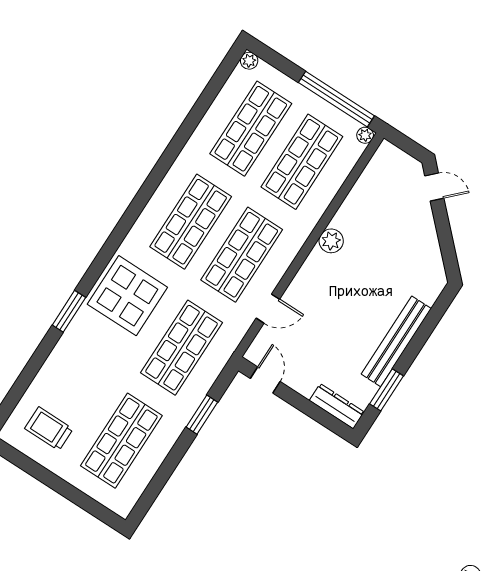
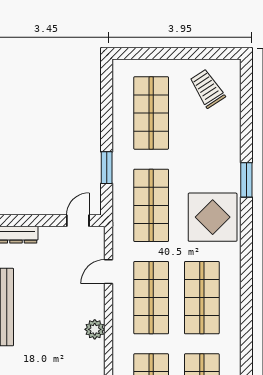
plant: (331, 241) -> (95, 329), moved
door: (265, 380) -> (78, 221), swing flipped
trolley: (49, 429) -> (207, 89), turned -123

